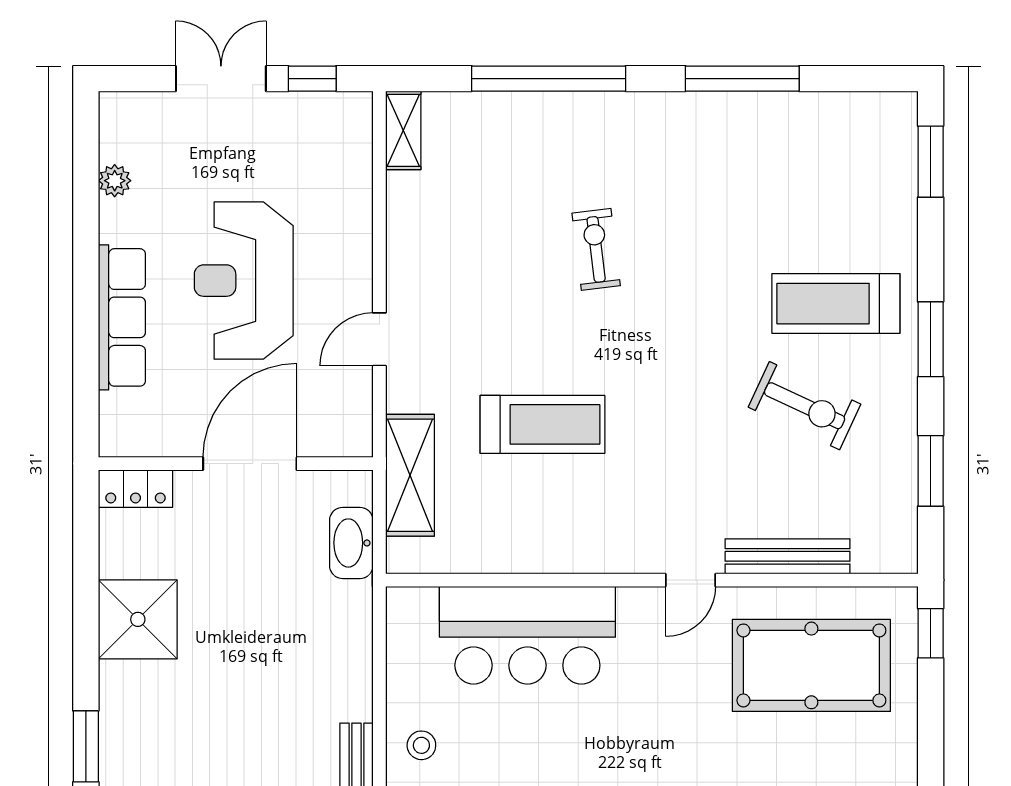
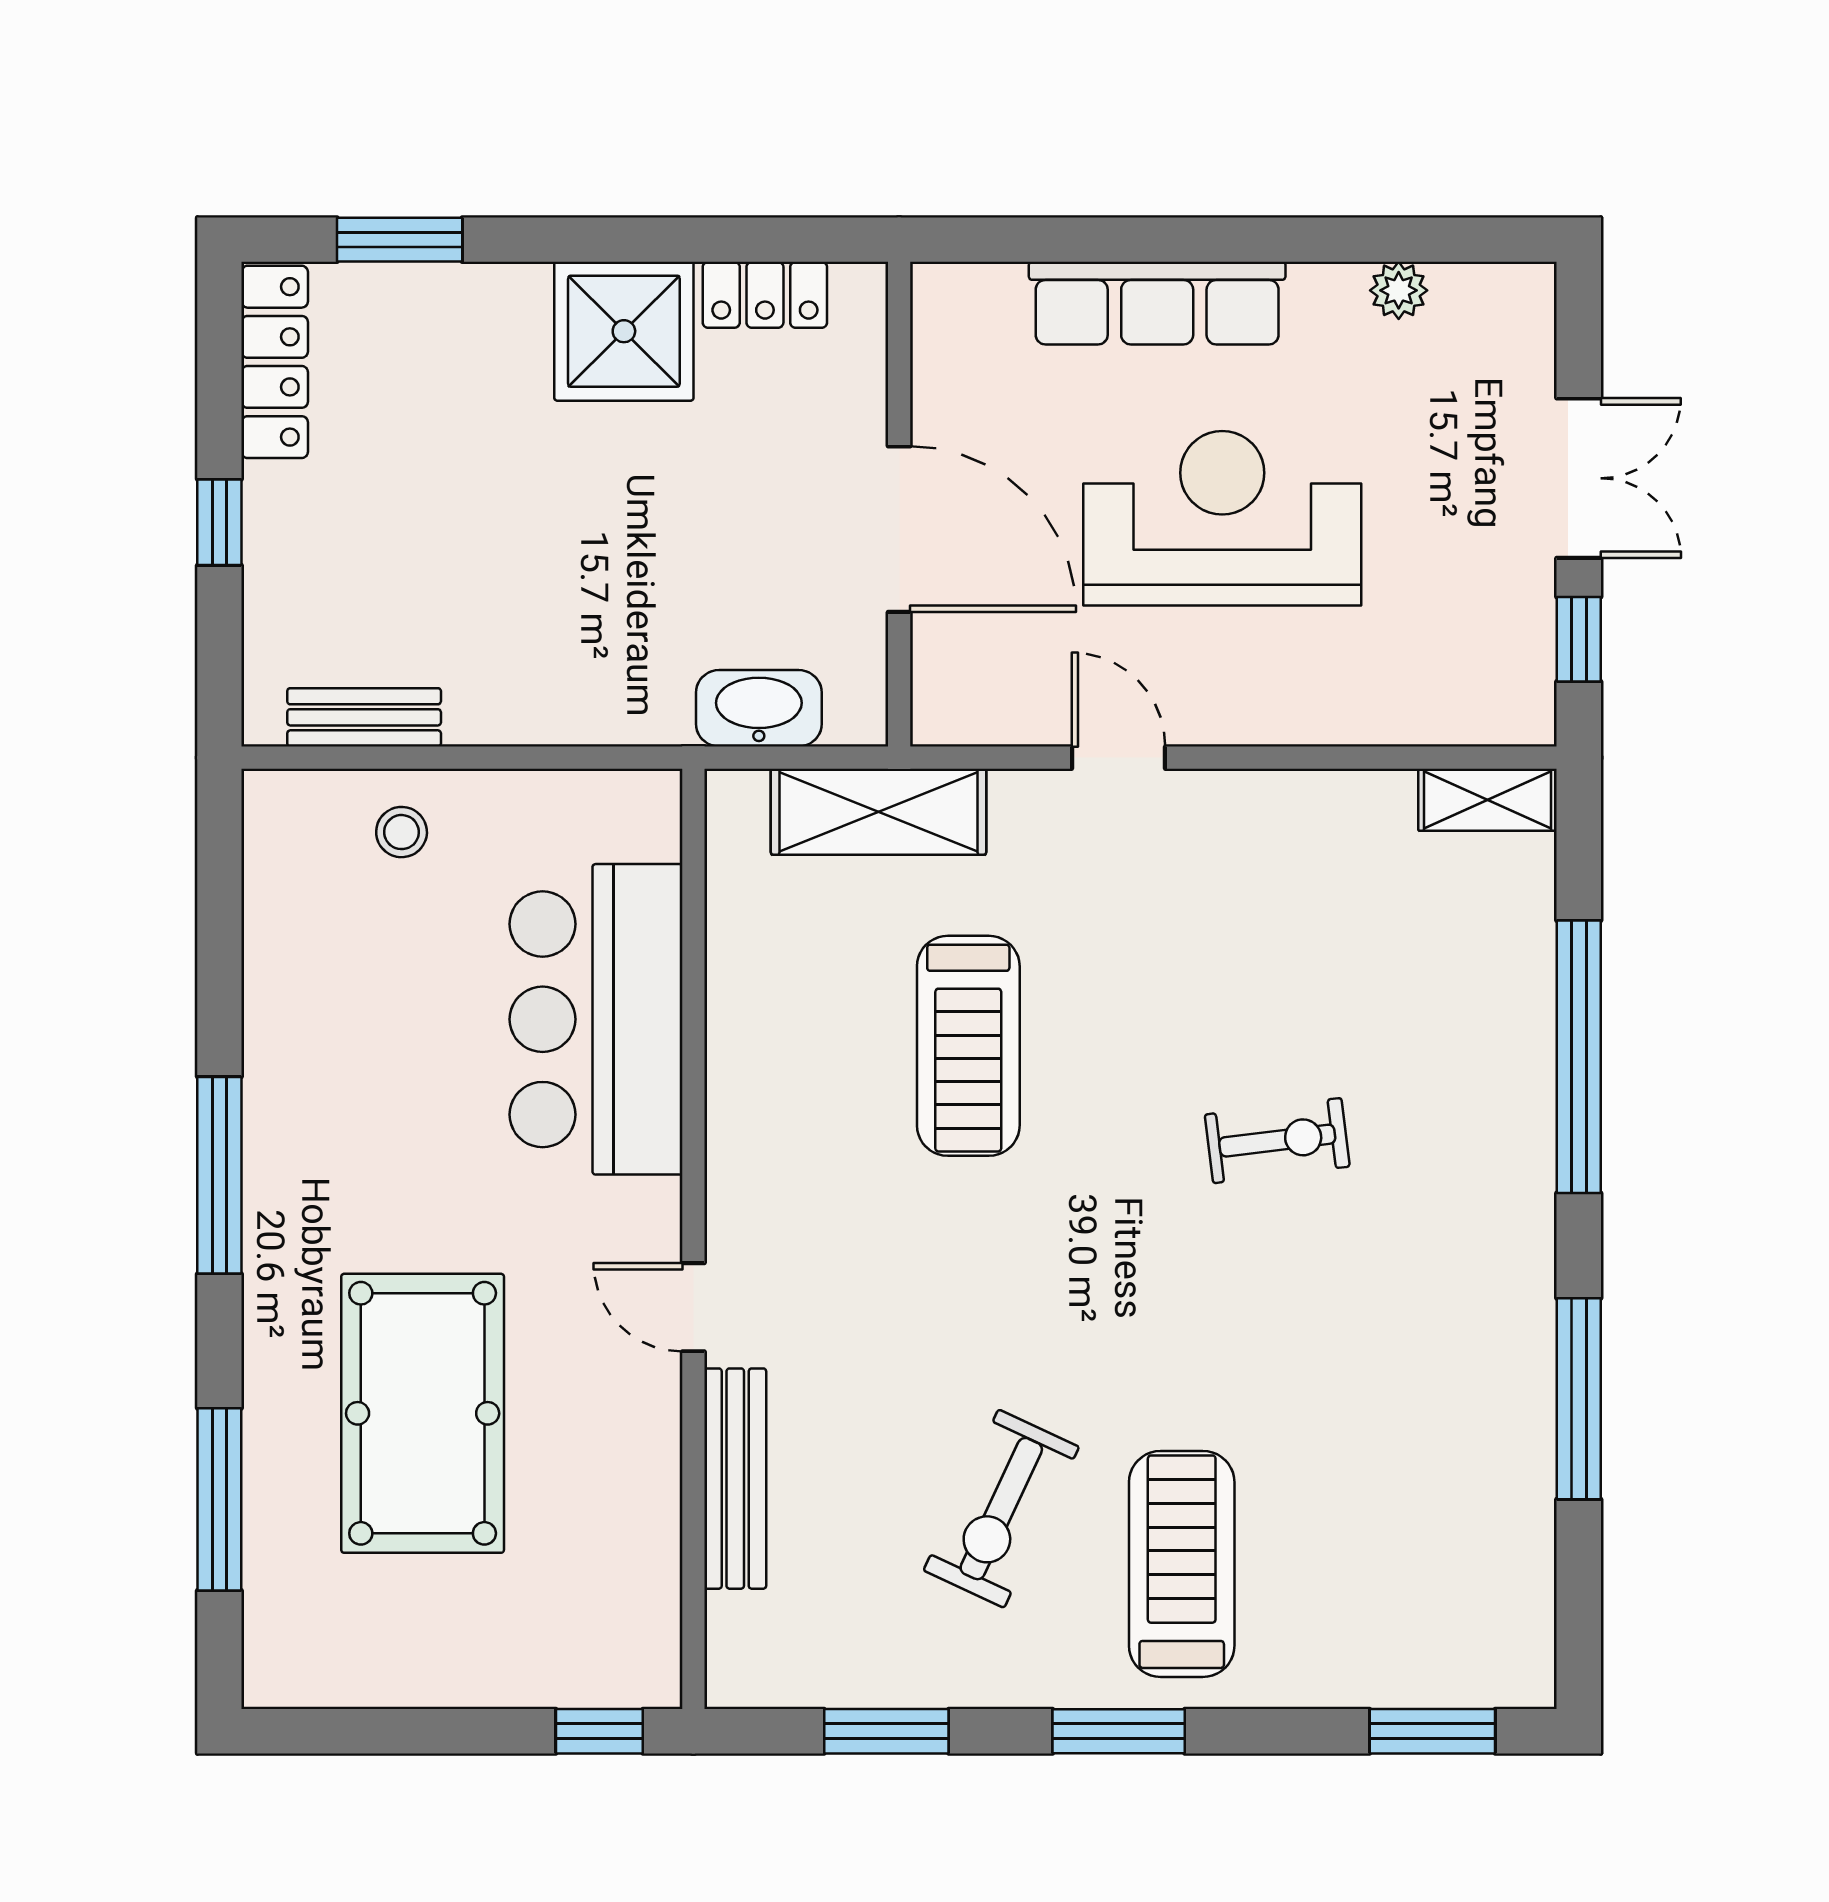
locker: (136, 489) -> (765, 295), moved, turned -90
pool table: (811, 665) -> (423, 1413), moved

